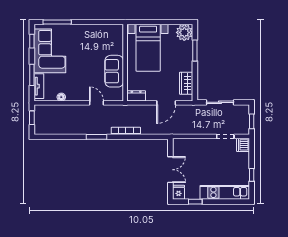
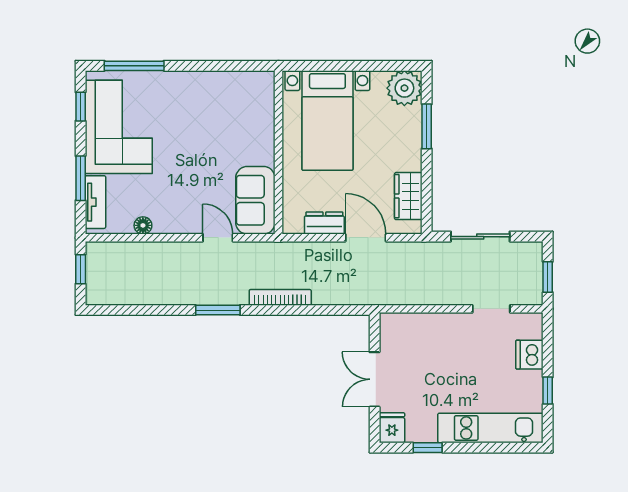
sofa: (114, 71) -> (255, 200), moved
dresser: (136, 96) -> (324, 223), moved
door: (166, 103) -> (366, 238), swing flipped
dishwasher: (243, 145) -> (529, 355), moved
double door: (170, 170) -> (375, 379), swing flipped

